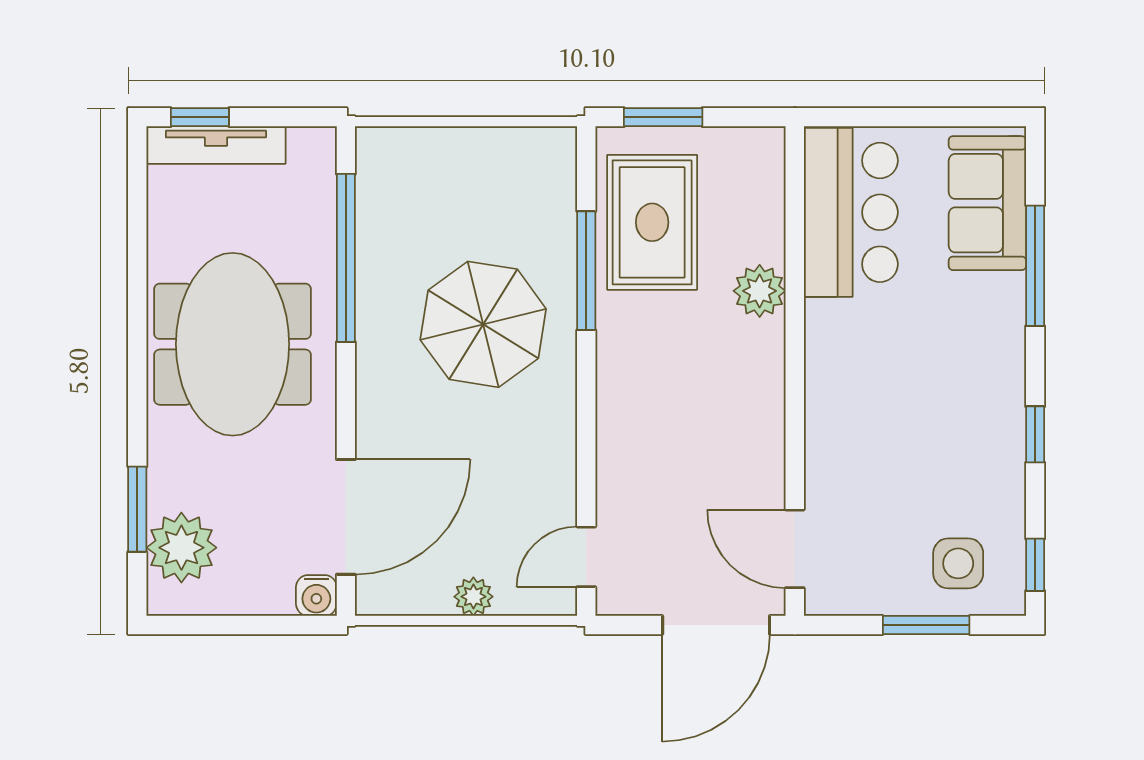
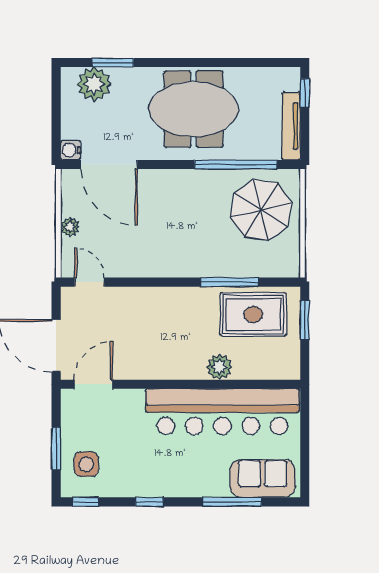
tv unit: (216, 145) -> (291, 126), moved
bar counter: (851, 212) -> (223, 412), width x1.86
parasol: (483, 324) -> (261, 210), moved

